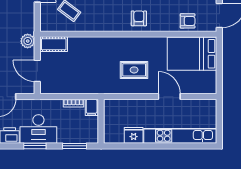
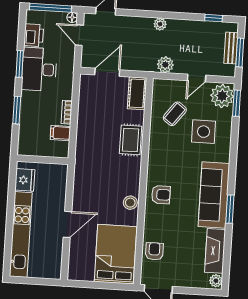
armchair: (188, 21) -> (154, 251), turned 180
plant: (28, 41) -> (165, 65), moved
stool: (147, 44) -> (130, 203), added
rug: (134, 70) -> (131, 140), moved
wall: (101, 121) -> (43, 160), moved

